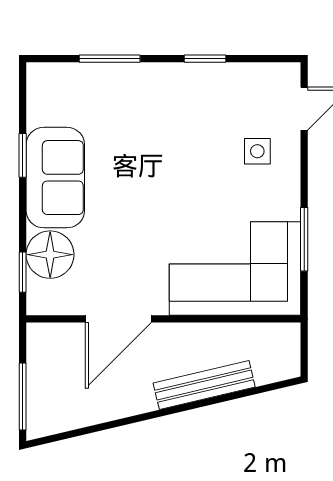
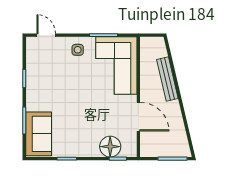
side table: (257, 151) -> (78, 50), moved
sofa: (55, 178) -> (39, 134), moved, turned 90

